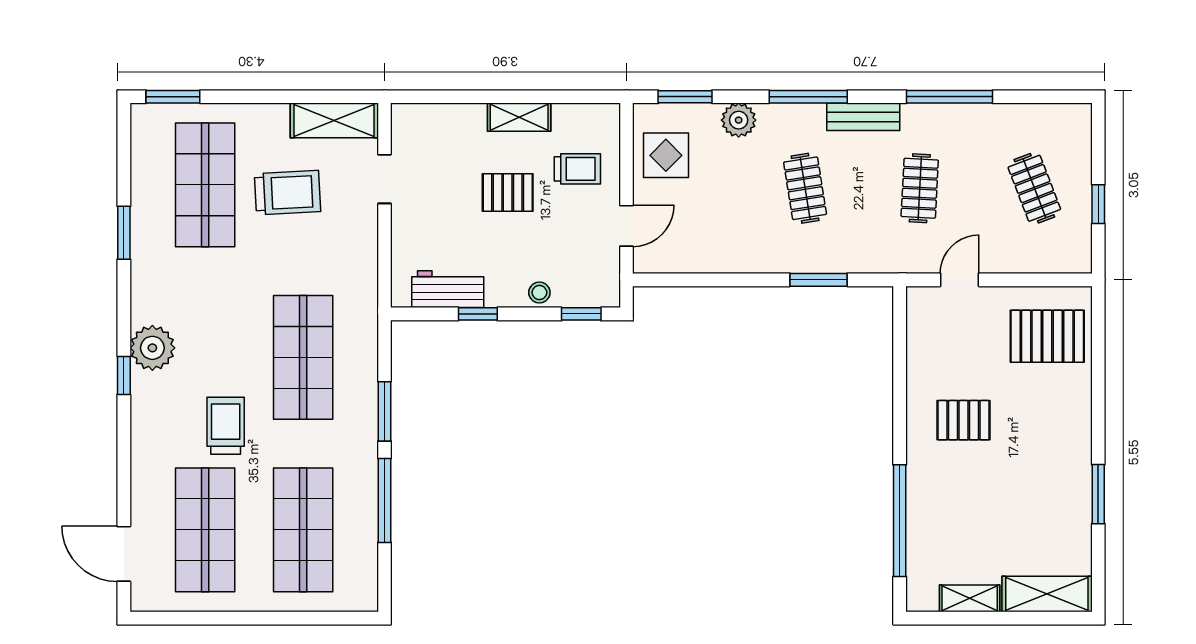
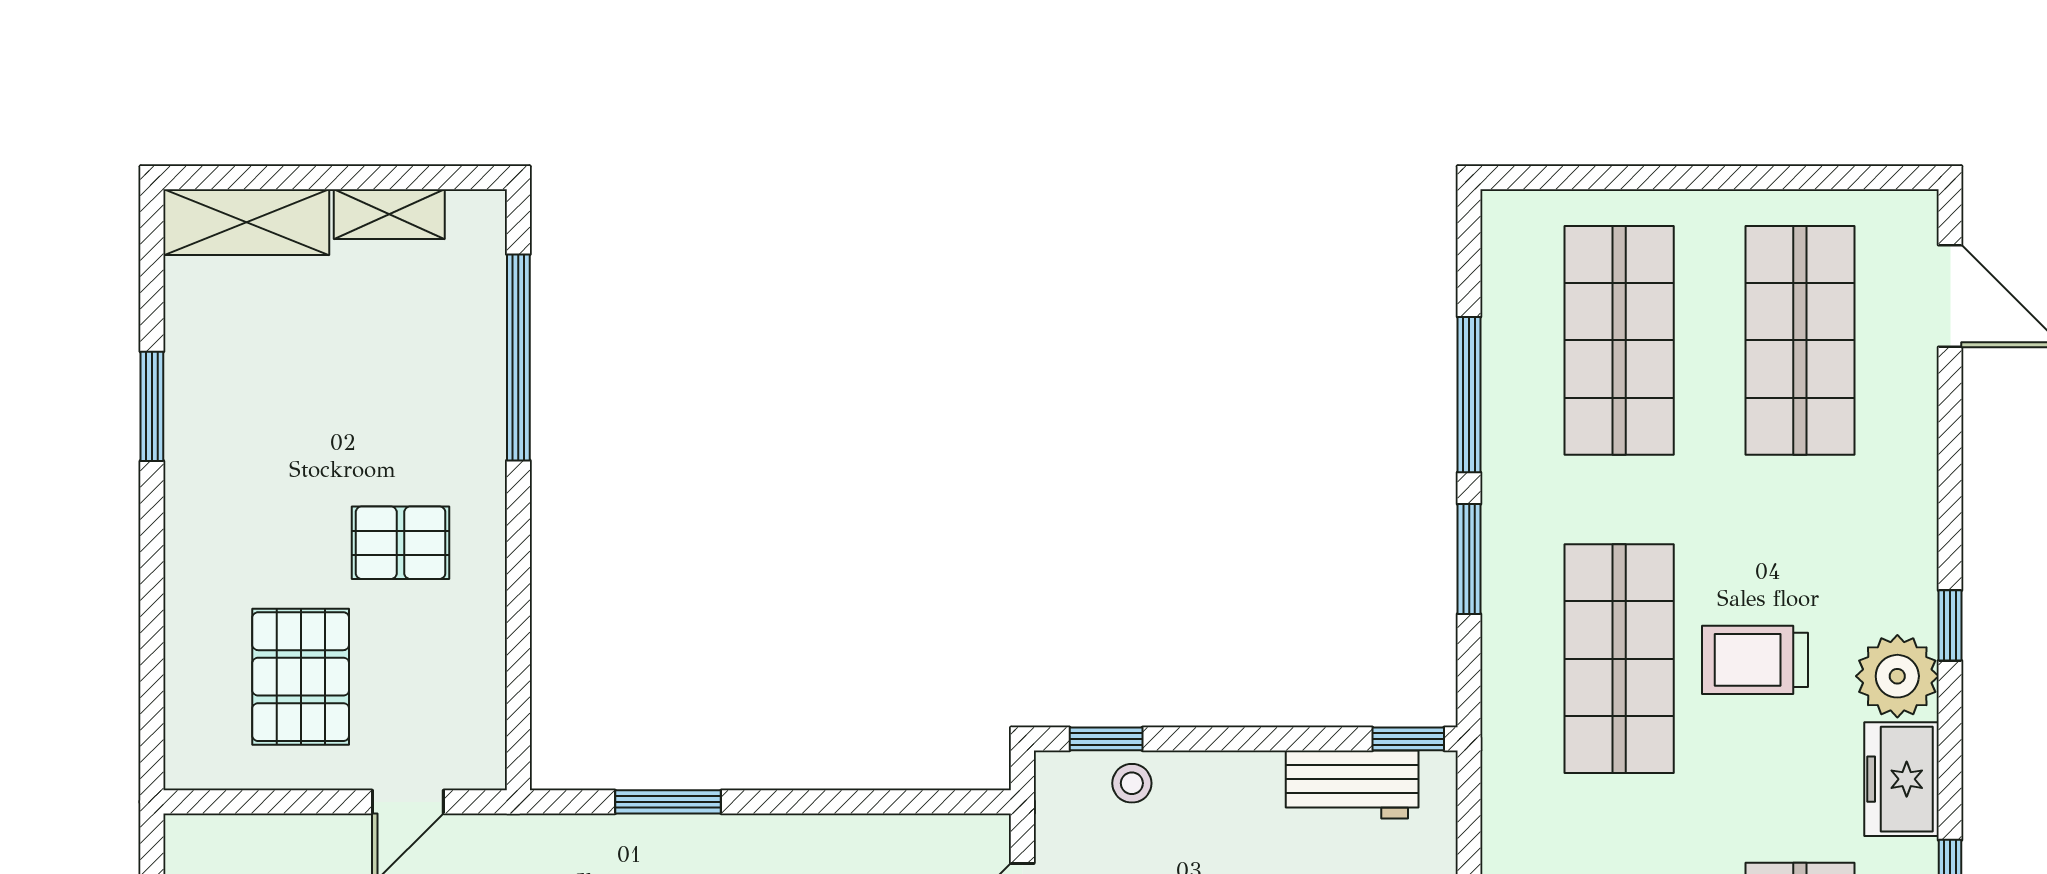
freezer: (150, 292) -> (1902, 779), added
stool: (539, 293) -> (1132, 783), moved
window: (478, 314) -> (1408, 739), moved
pallet: (1047, 336) -> (301, 677), moved, turned 90
trolley: (226, 426) -> (1755, 660), moved, turned 90

